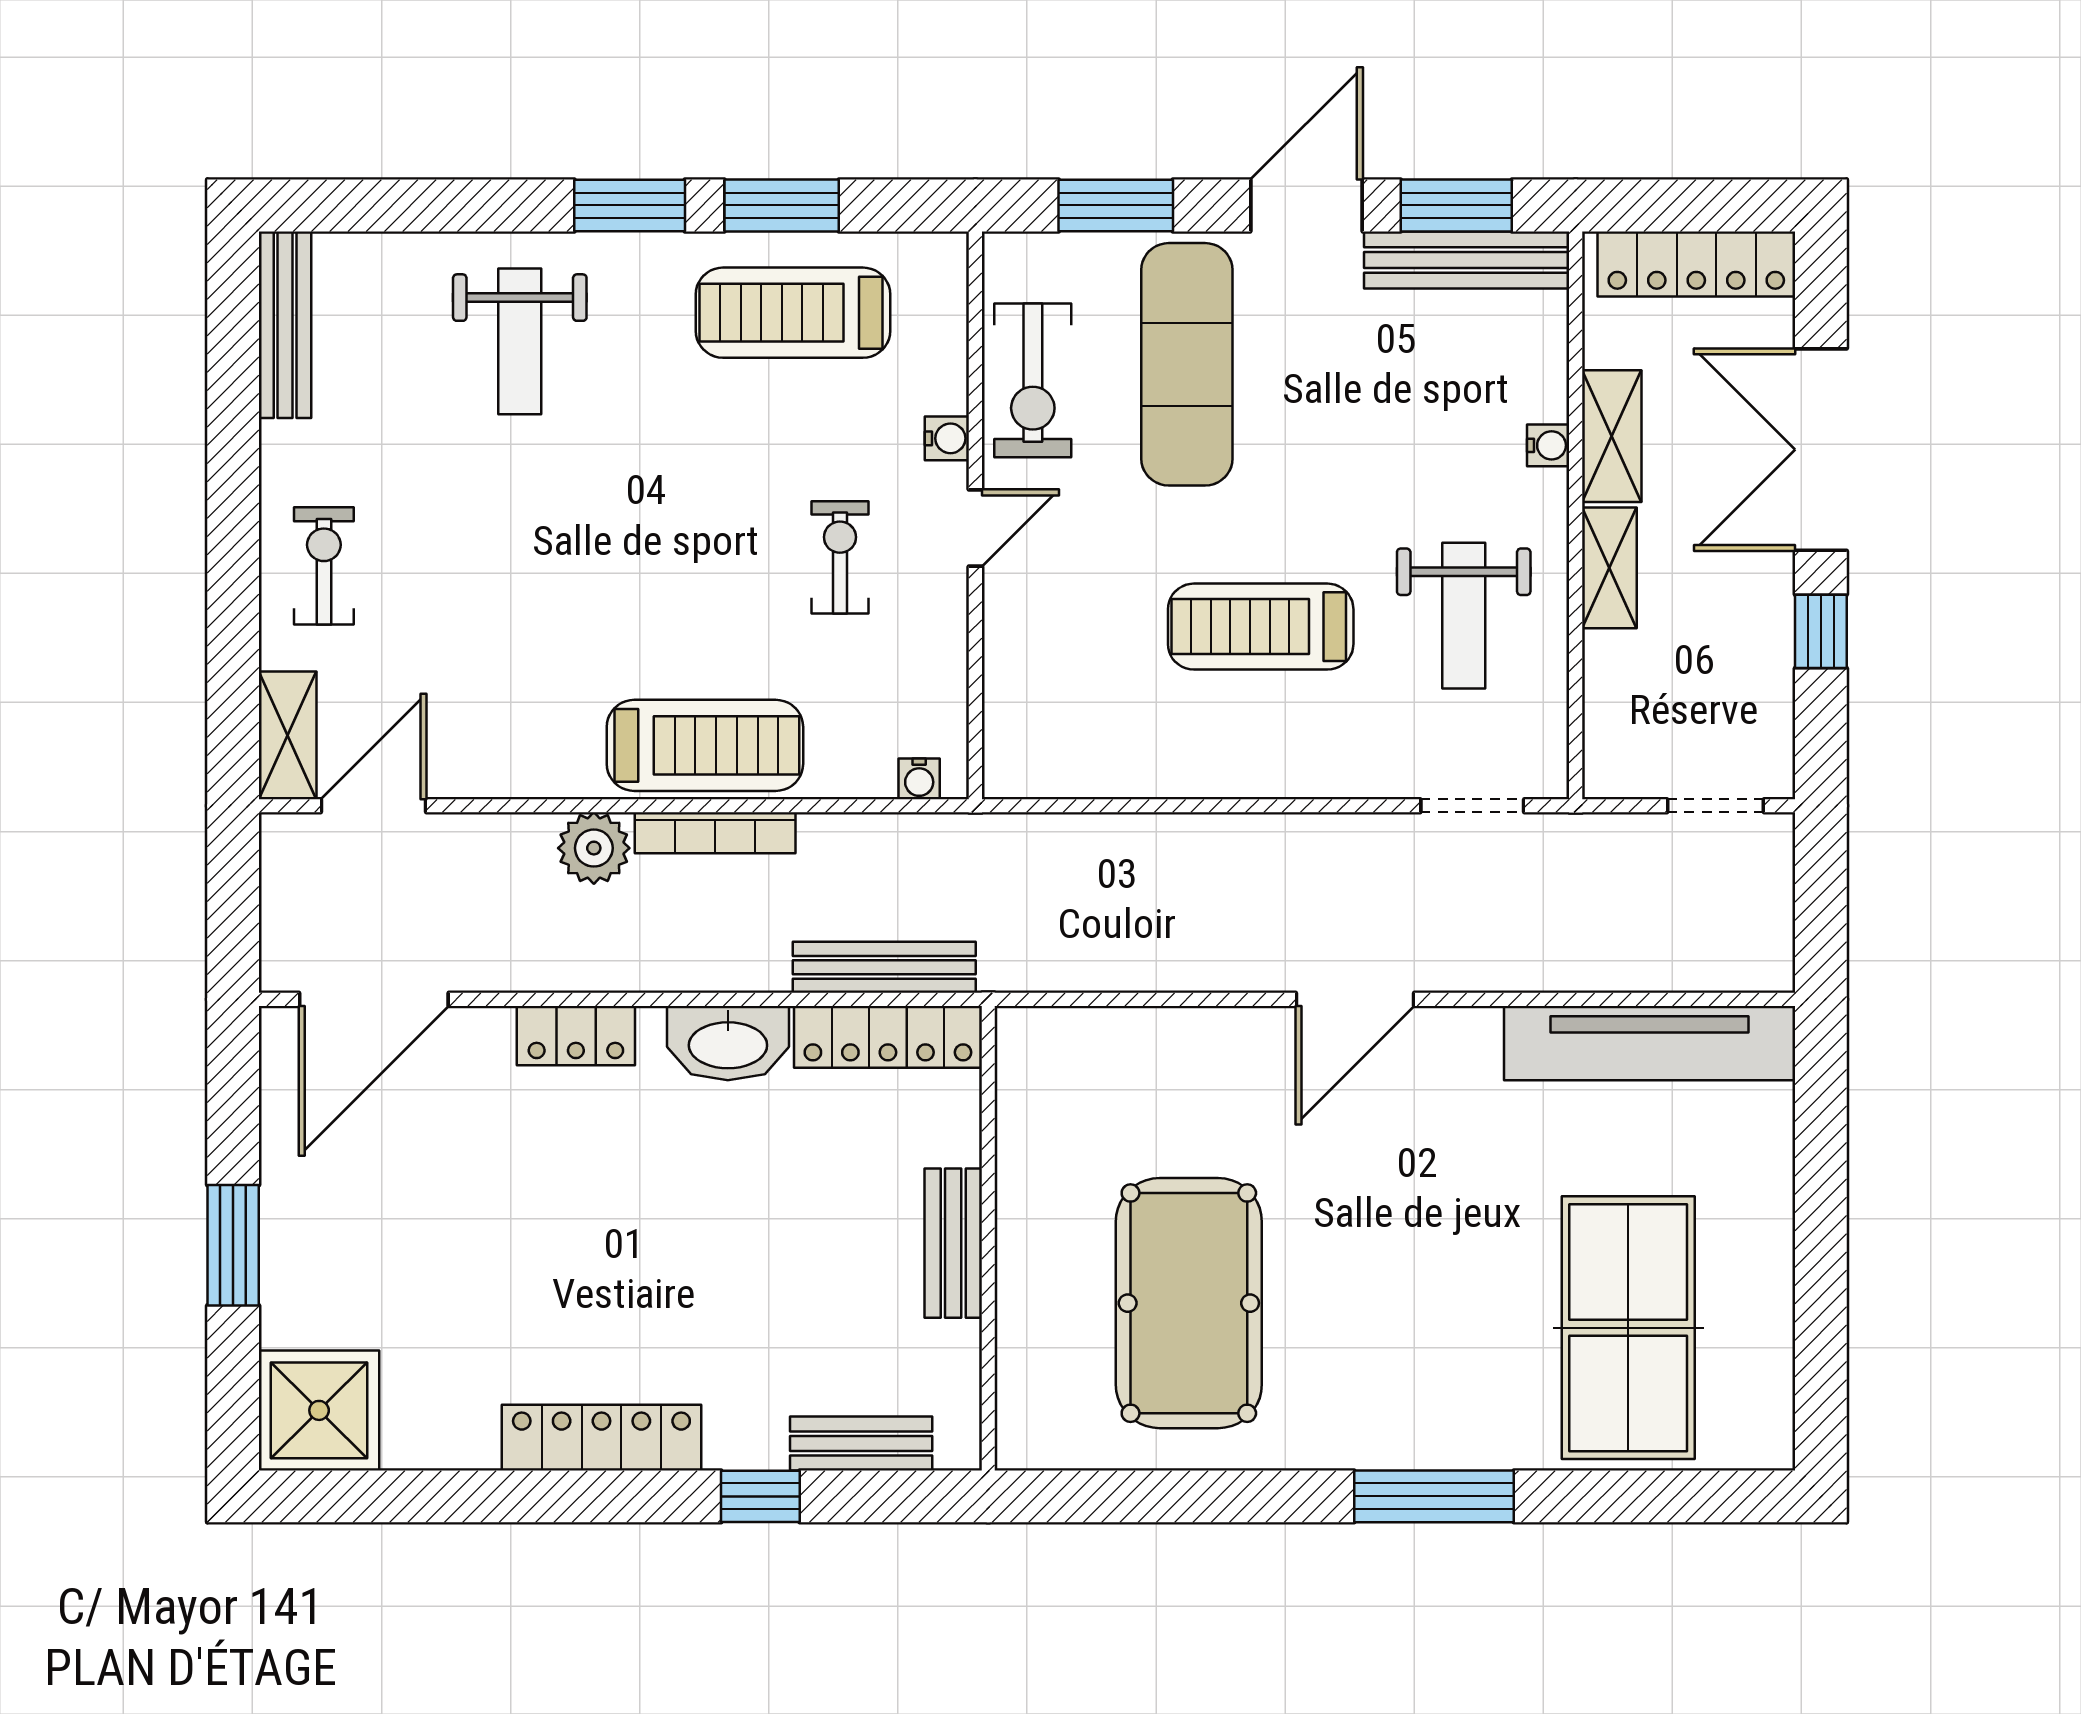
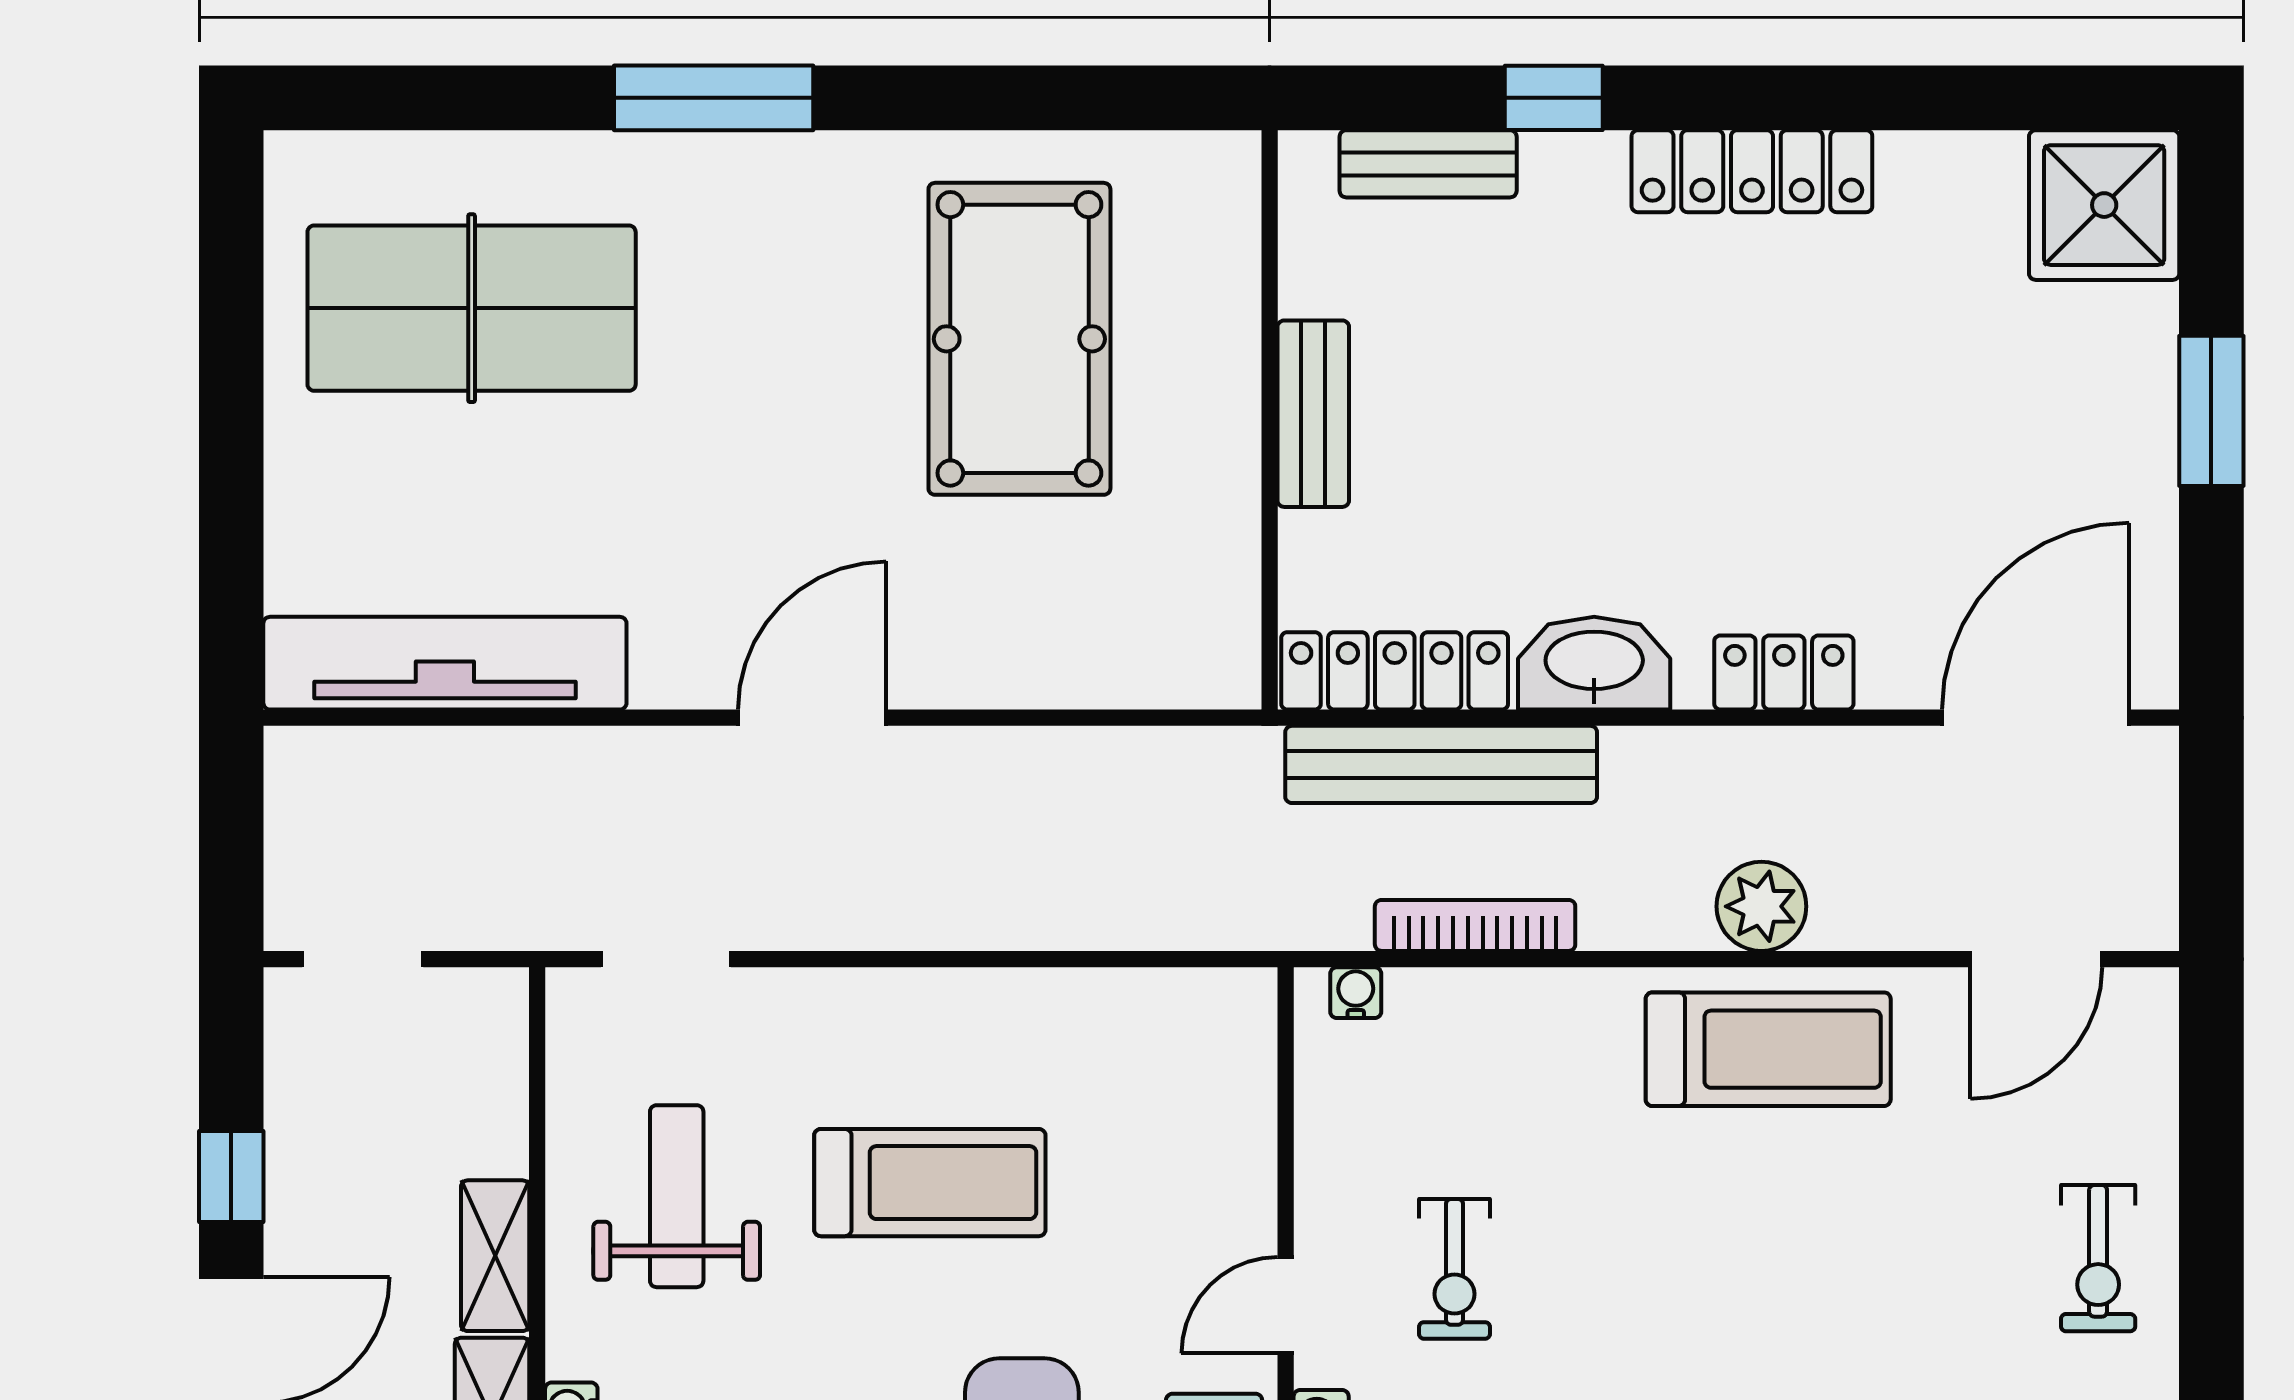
shelving: (288, 735) -> (2143, 1047), removed
treadmill: (705, 745) -> (1768, 1049), moved, turned 180
bookcase: (715, 833) -> (1475, 925), moved
bench: (884, 967) -> (1441, 764), width x1.37, depth x1.21
table tennis table: (1628, 1328) -> (472, 308), turned 90

